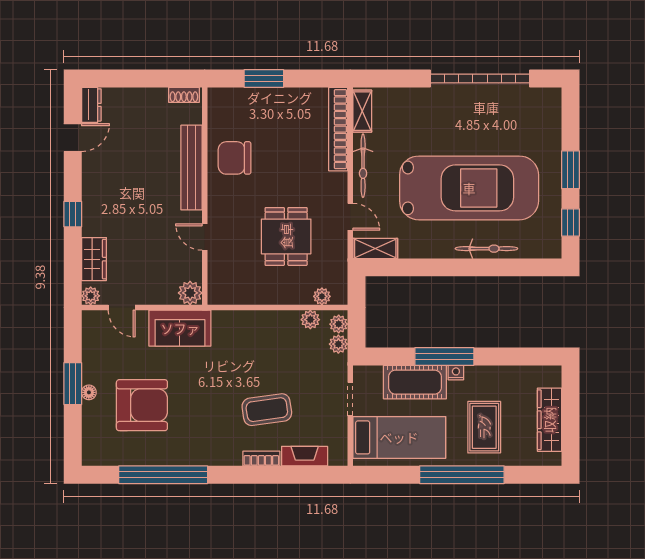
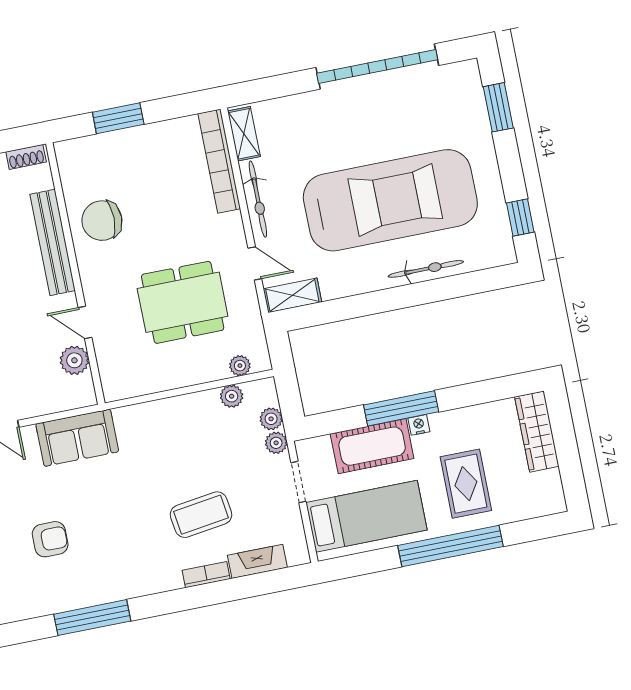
window: (570, 170) -> (498, 107), moved
dining table: (286, 236) -> (183, 302), width x1.38
plant: (190, 293) -> (74, 360), moved
plant: (339, 324) -> (276, 443), moved
armchair: (142, 405) -> (50, 539), width x0.53, depth x0.53
wardrobe: (549, 420) -> (537, 432), moved
window: (163, 475) -> (92, 618), width x0.68

